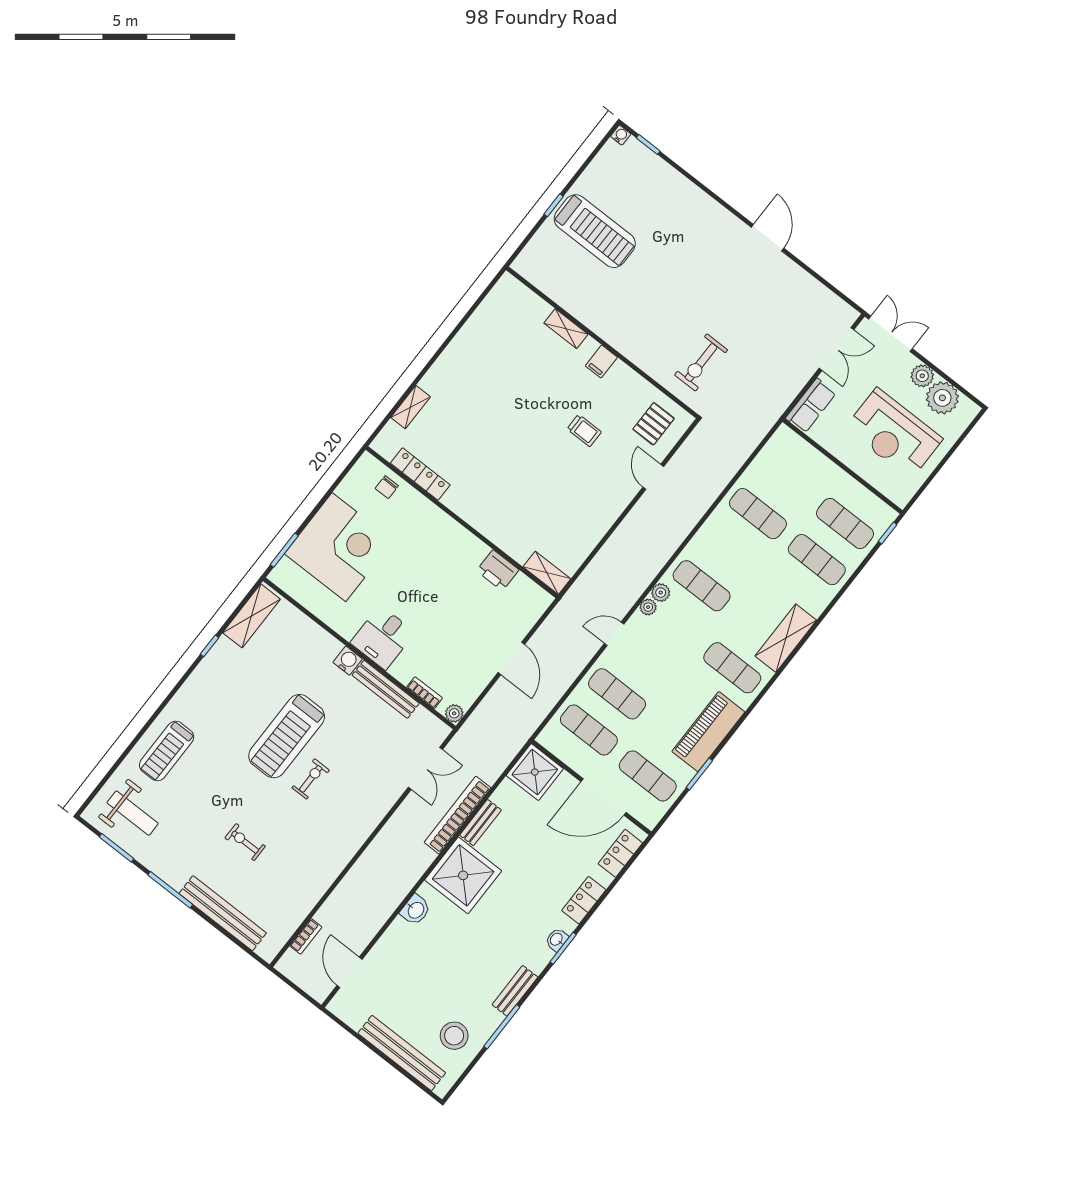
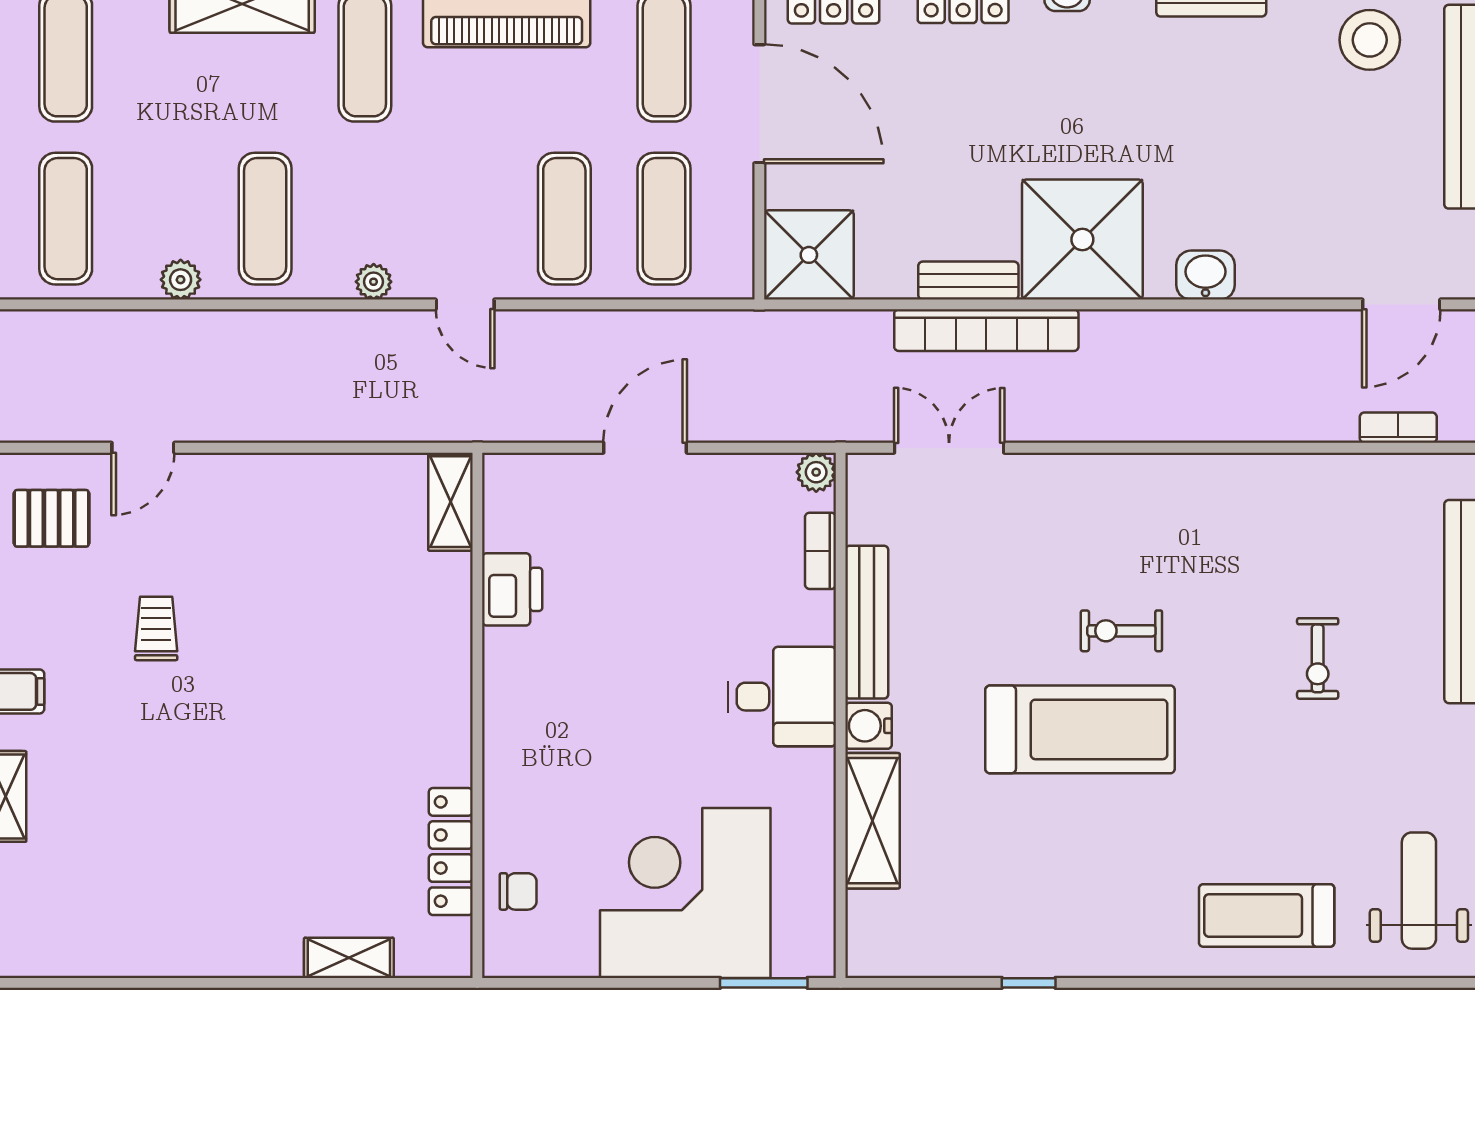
plant: (661, 593) -> (181, 280), moved
shelving: (251, 616) -> (872, 821), moved, turned 90
treadmill: (167, 751) -> (1267, 915), turned 180

